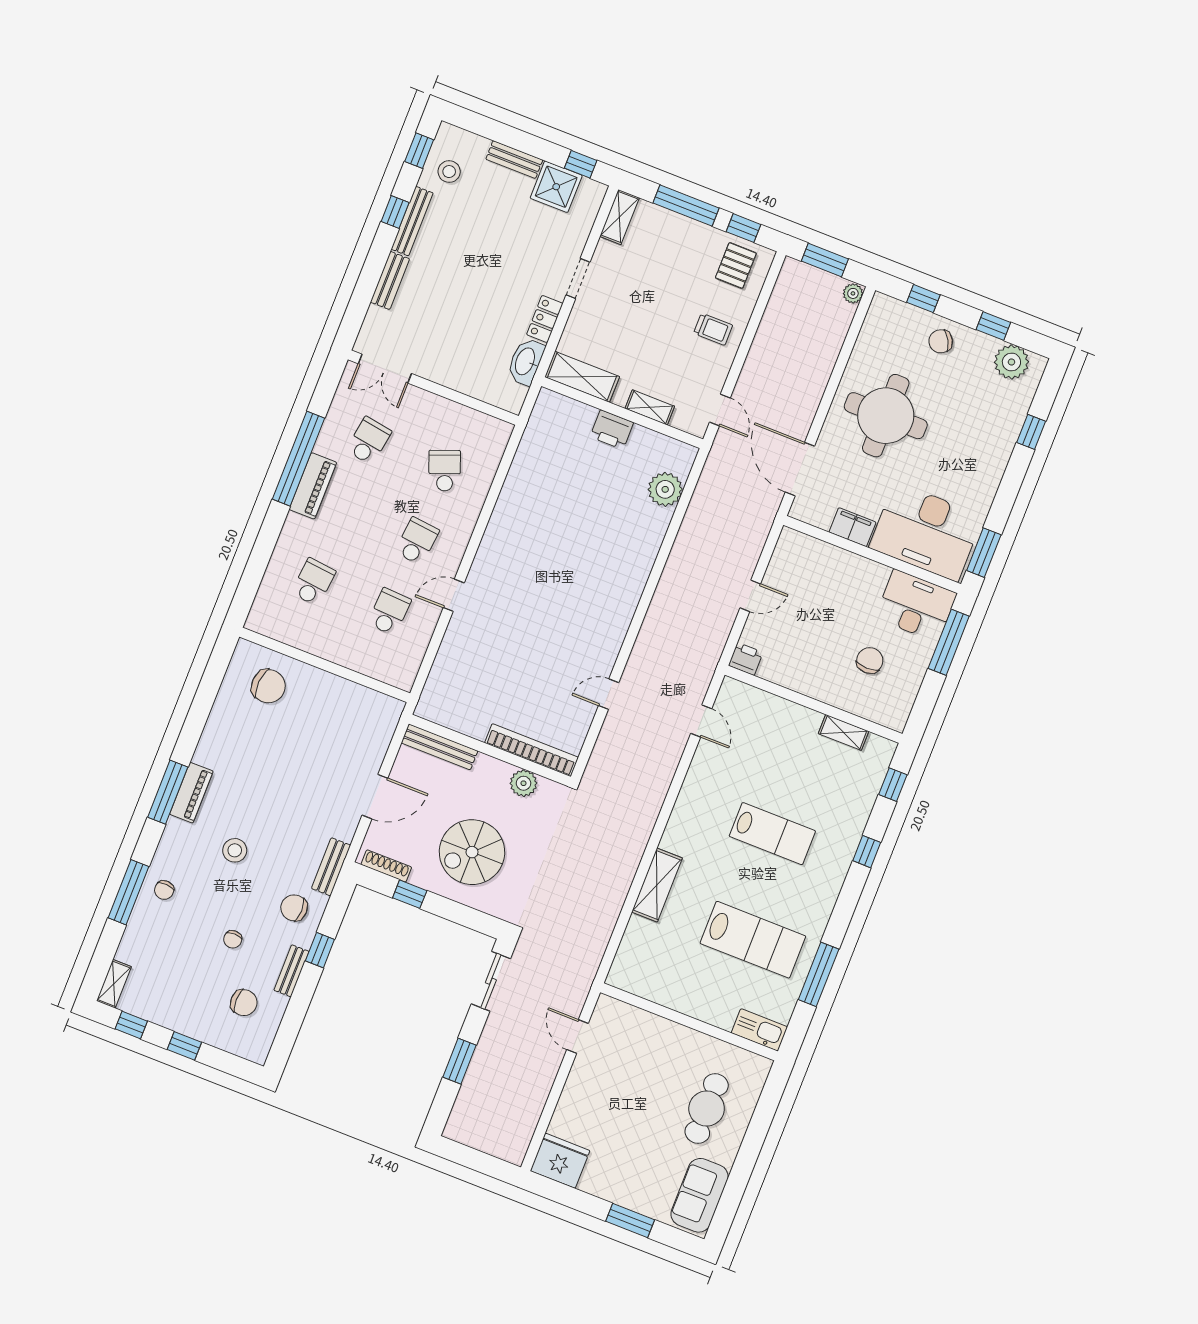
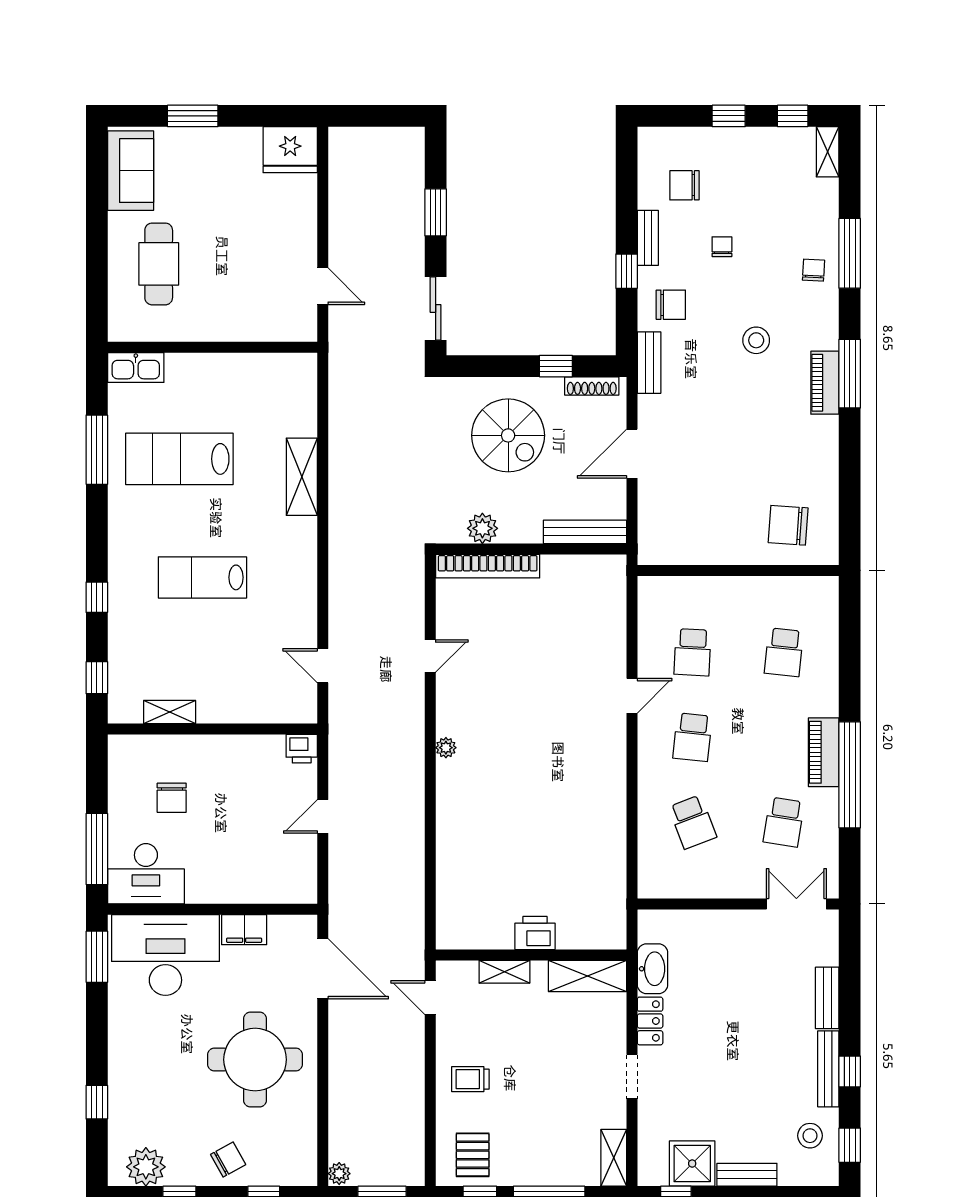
plant: (665, 489) -> (446, 748), moved, width x0.53, depth x0.53
spiral stairs: (472, 852) -> (508, 435), turned 90

